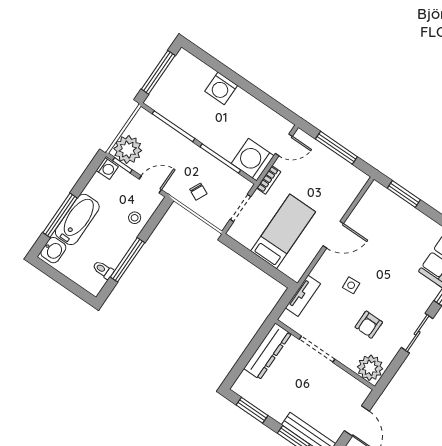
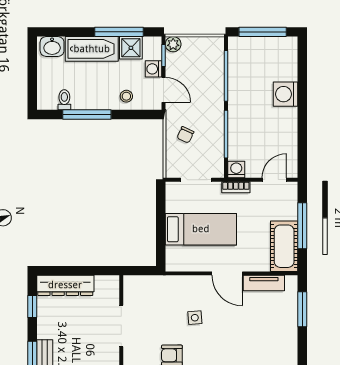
door: (284, 145) -> (274, 180), swing flipped
plant: (128, 150) -> (173, 44), width x0.53, depth x0.53
washing machine: (253, 160) -> (236, 170), width x0.53, depth x0.53
washing machine: (107, 169) -> (154, 69), moved, turned 90
cot: (343, 174) -> (284, 246), added
shower: (98, 187) -> (131, 48), added
window: (60, 215) -> (119, 32), moved
tv unit: (303, 296) -> (264, 283), moved
dresser: (268, 351) -> (65, 285), moved
window: (252, 410) -> (32, 307), width x0.67

